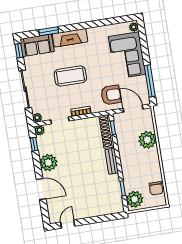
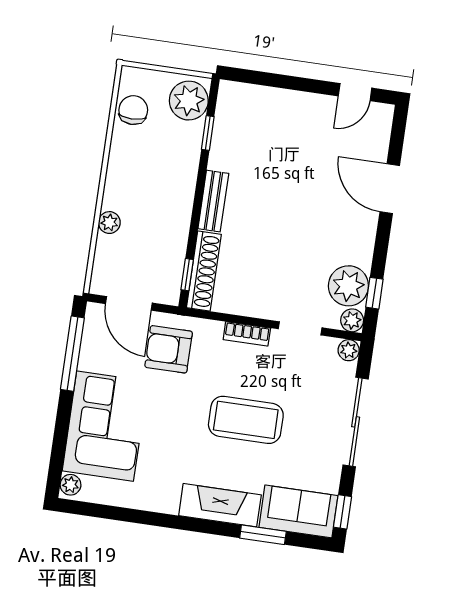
plant: (147, 140) -> (109, 223), width x0.53, depth x0.53
plant: (49, 163) -> (348, 286), moved

